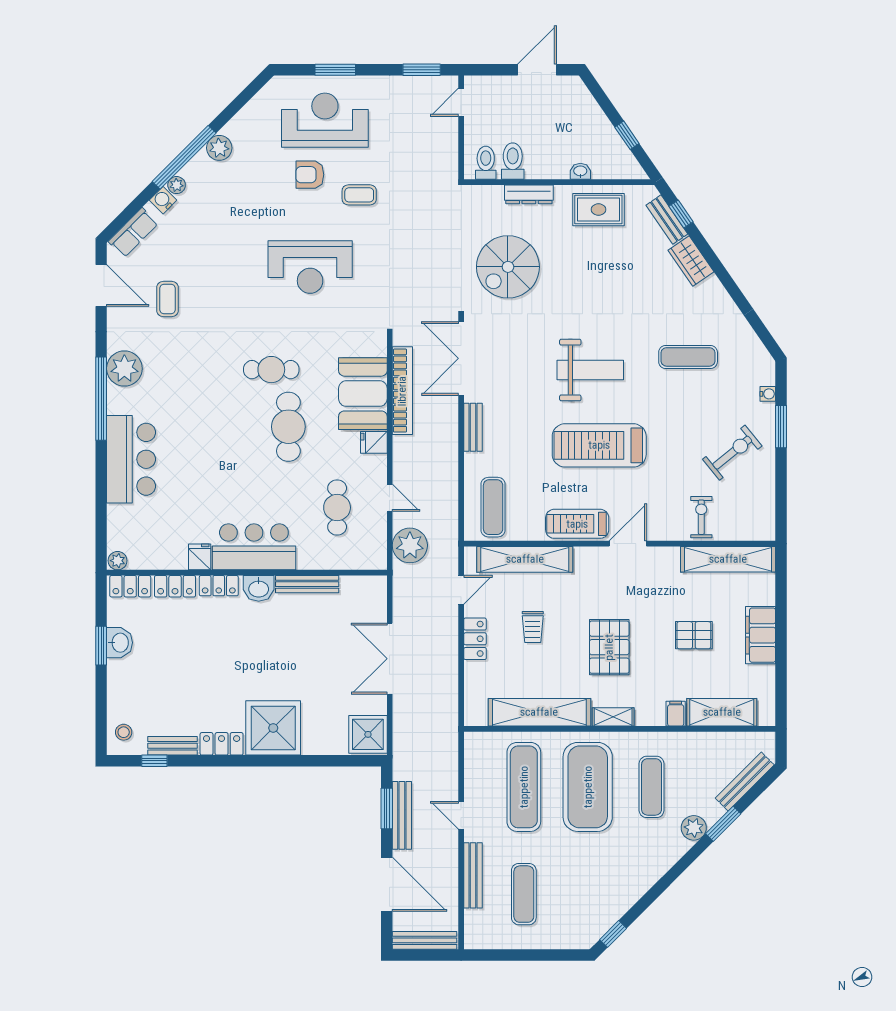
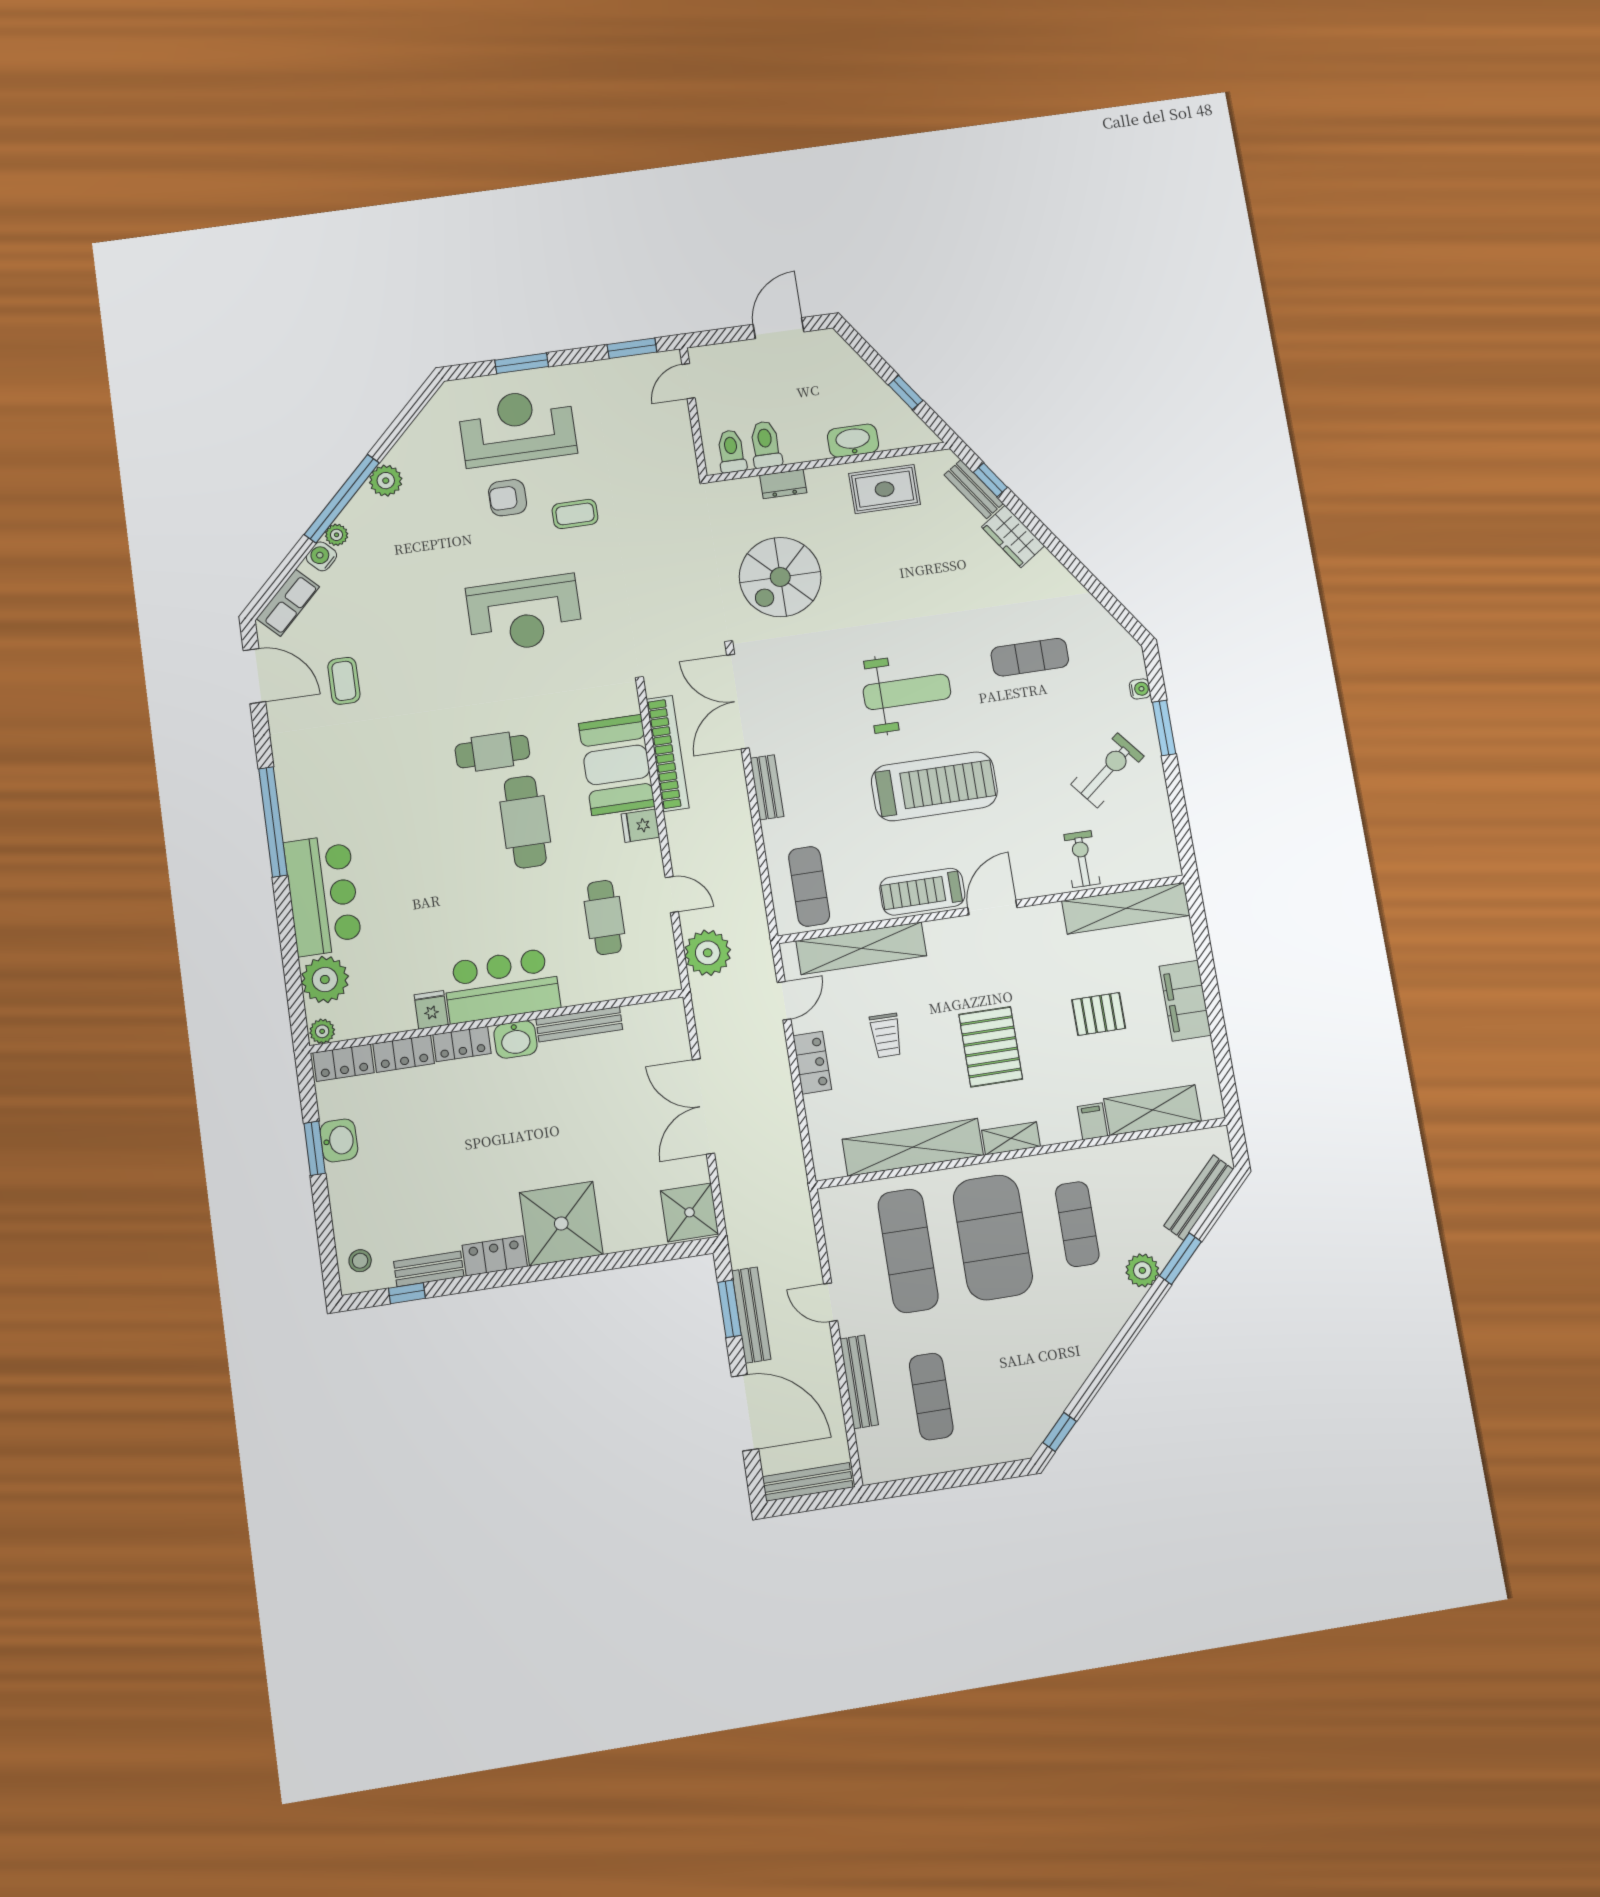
washbasin: (580, 171) -> (853, 441), width x1.91, depth x1.45
dresser: (529, 194) -> (783, 484), width x0.70
plant: (124, 369) -> (325, 980), moved
treadmill: (599, 445) -> (934, 786), turned 180

